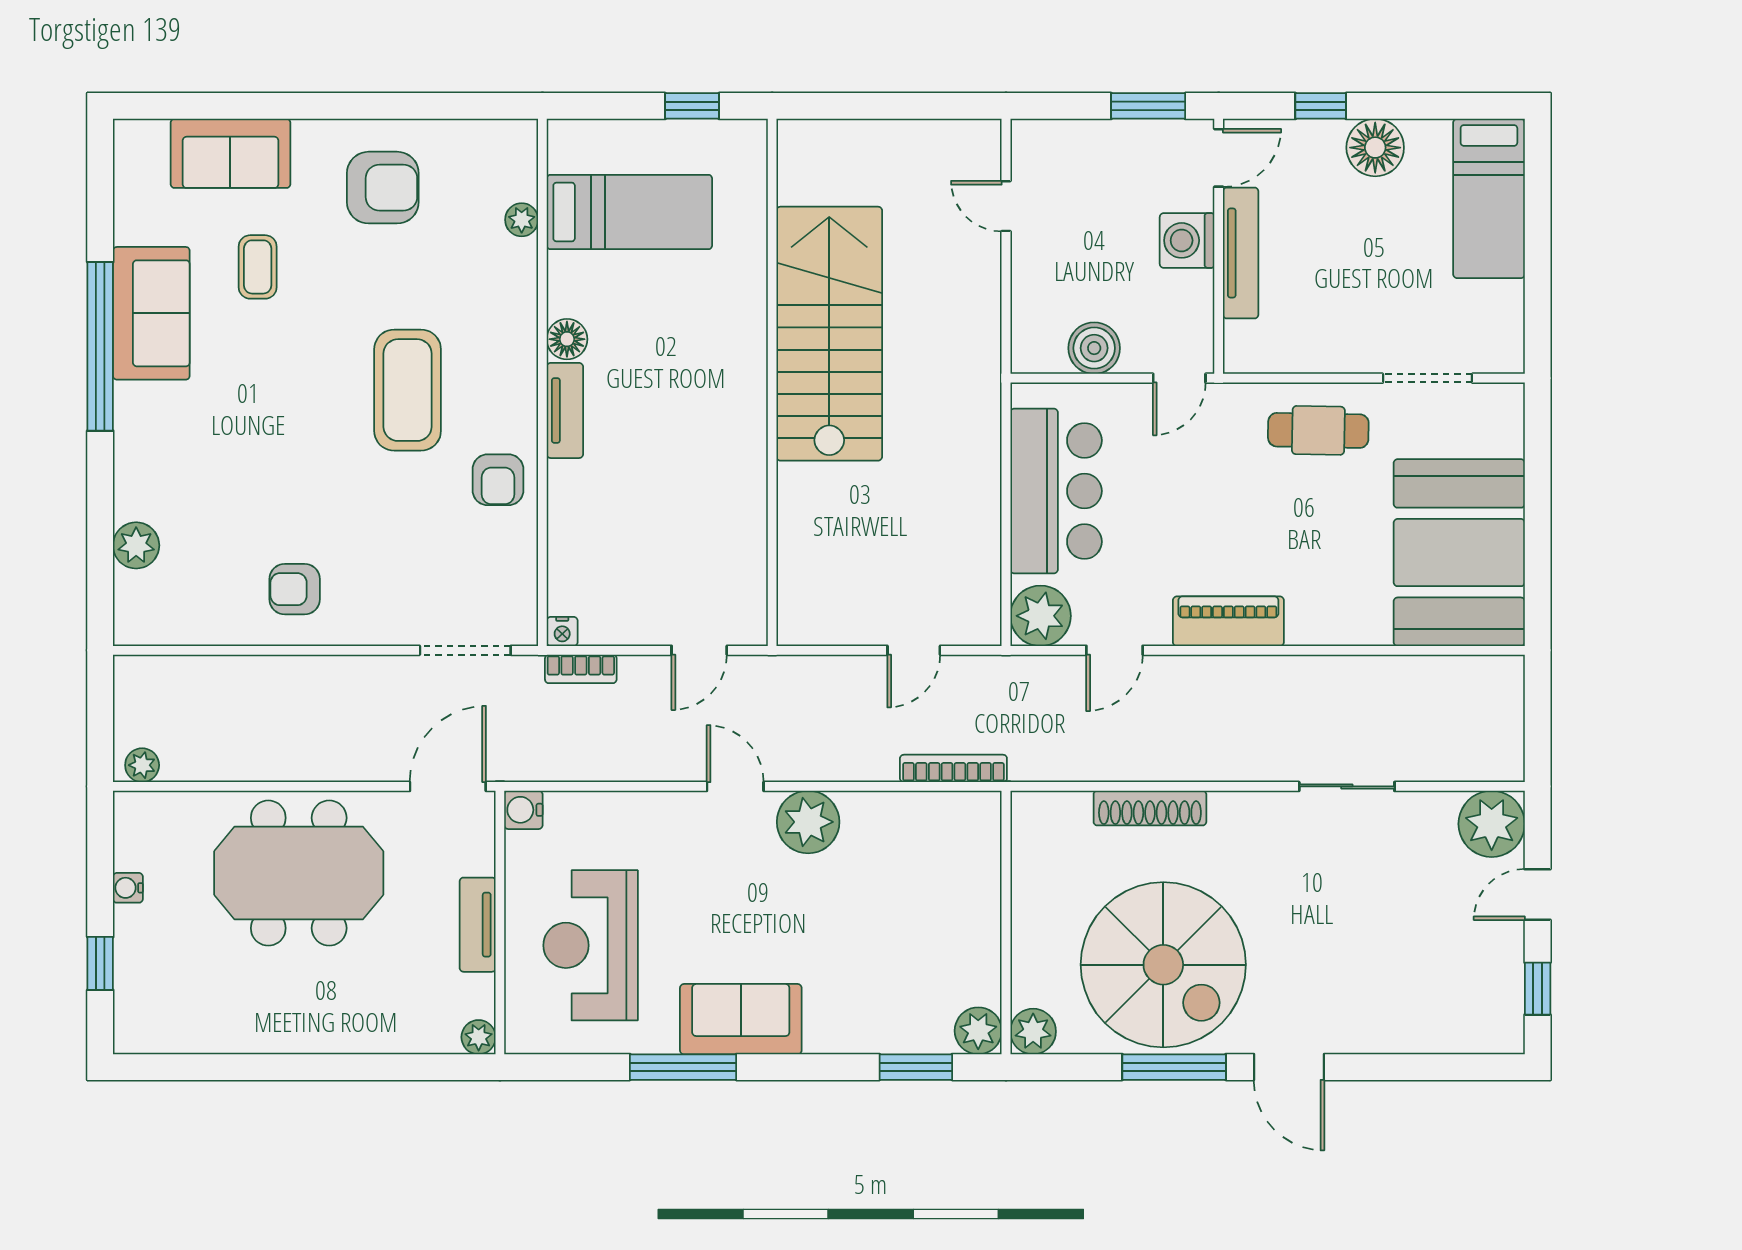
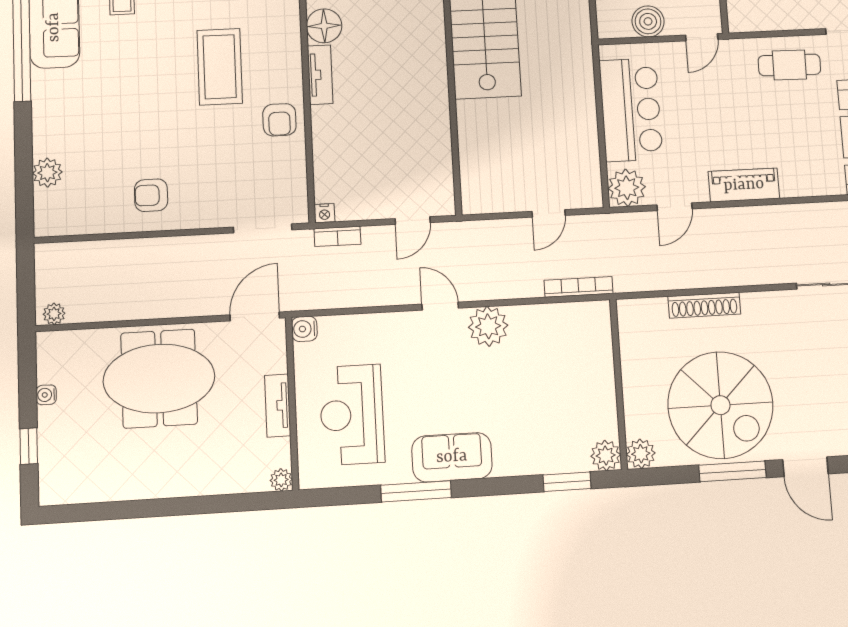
floor lamp: (567, 339) -> (324, 26), width x1.38, depth x1.38

